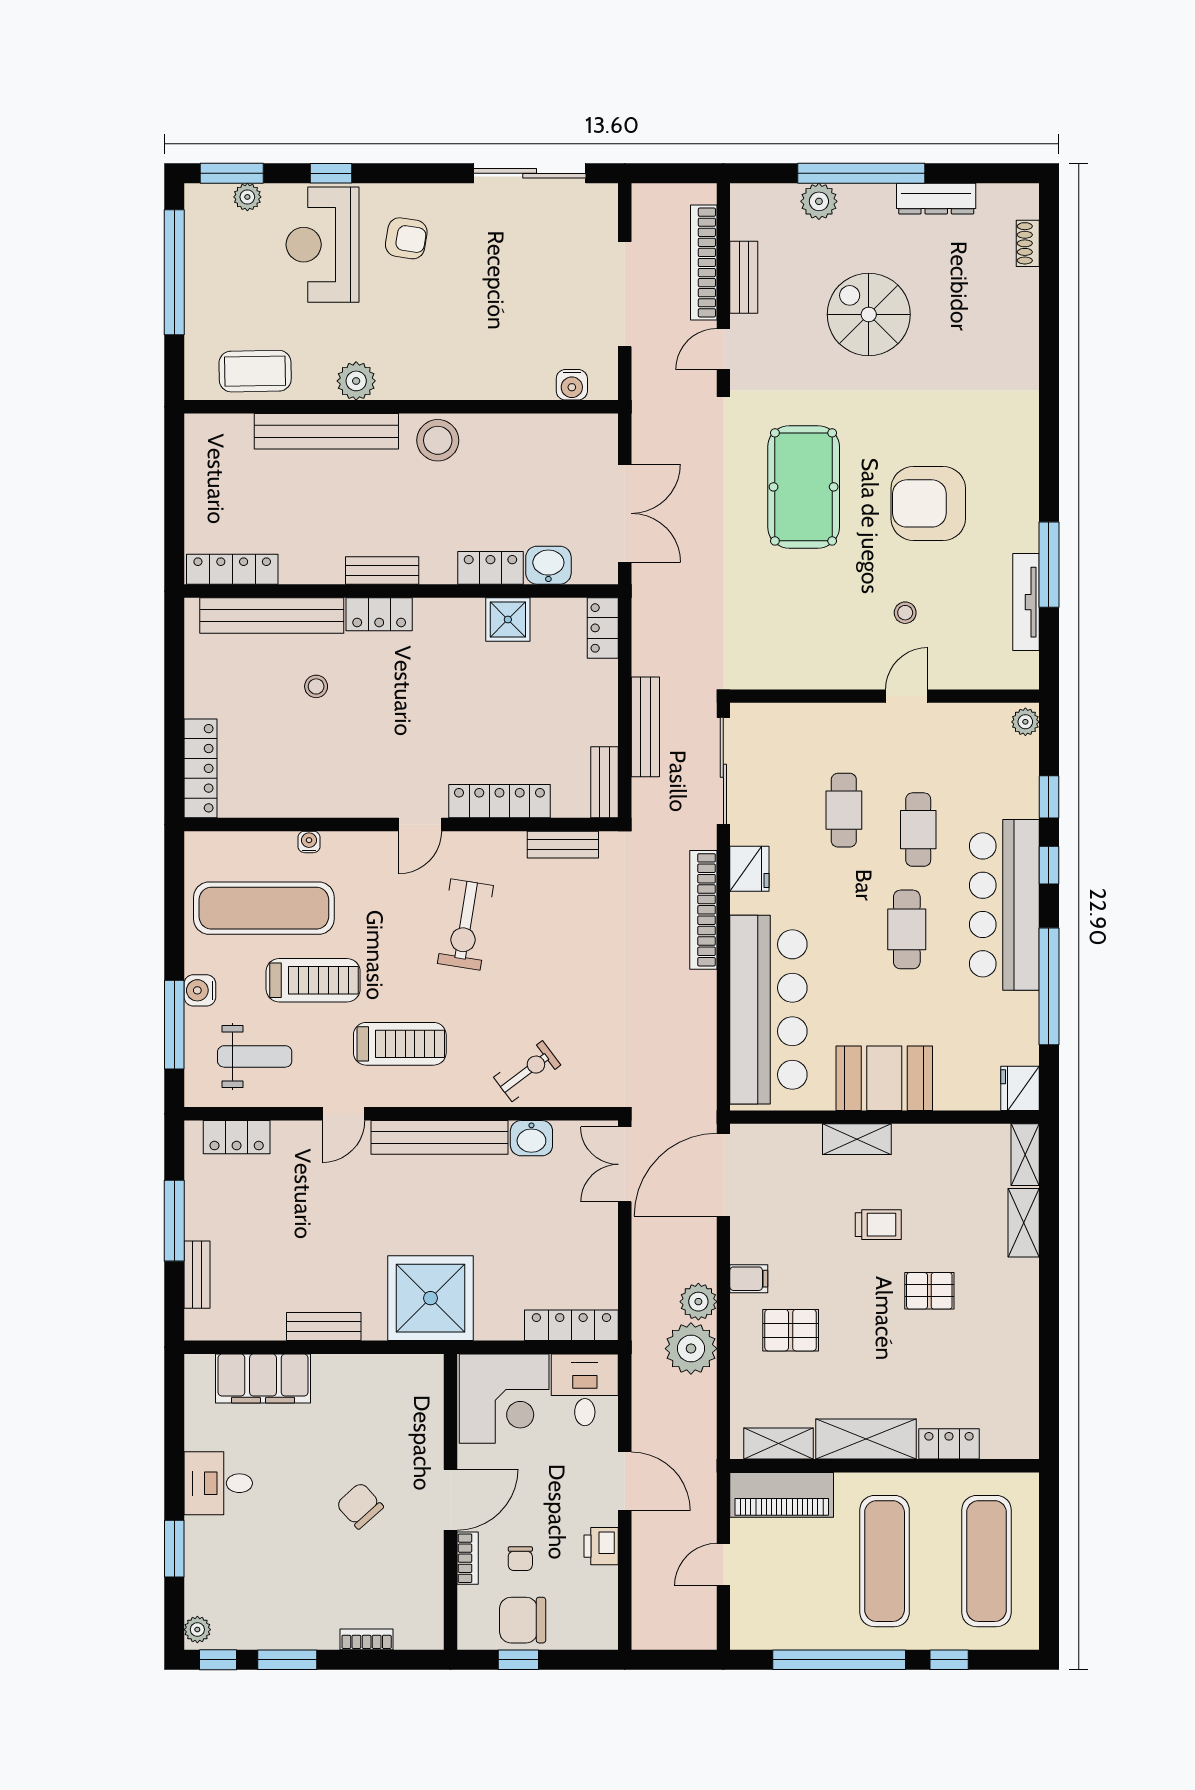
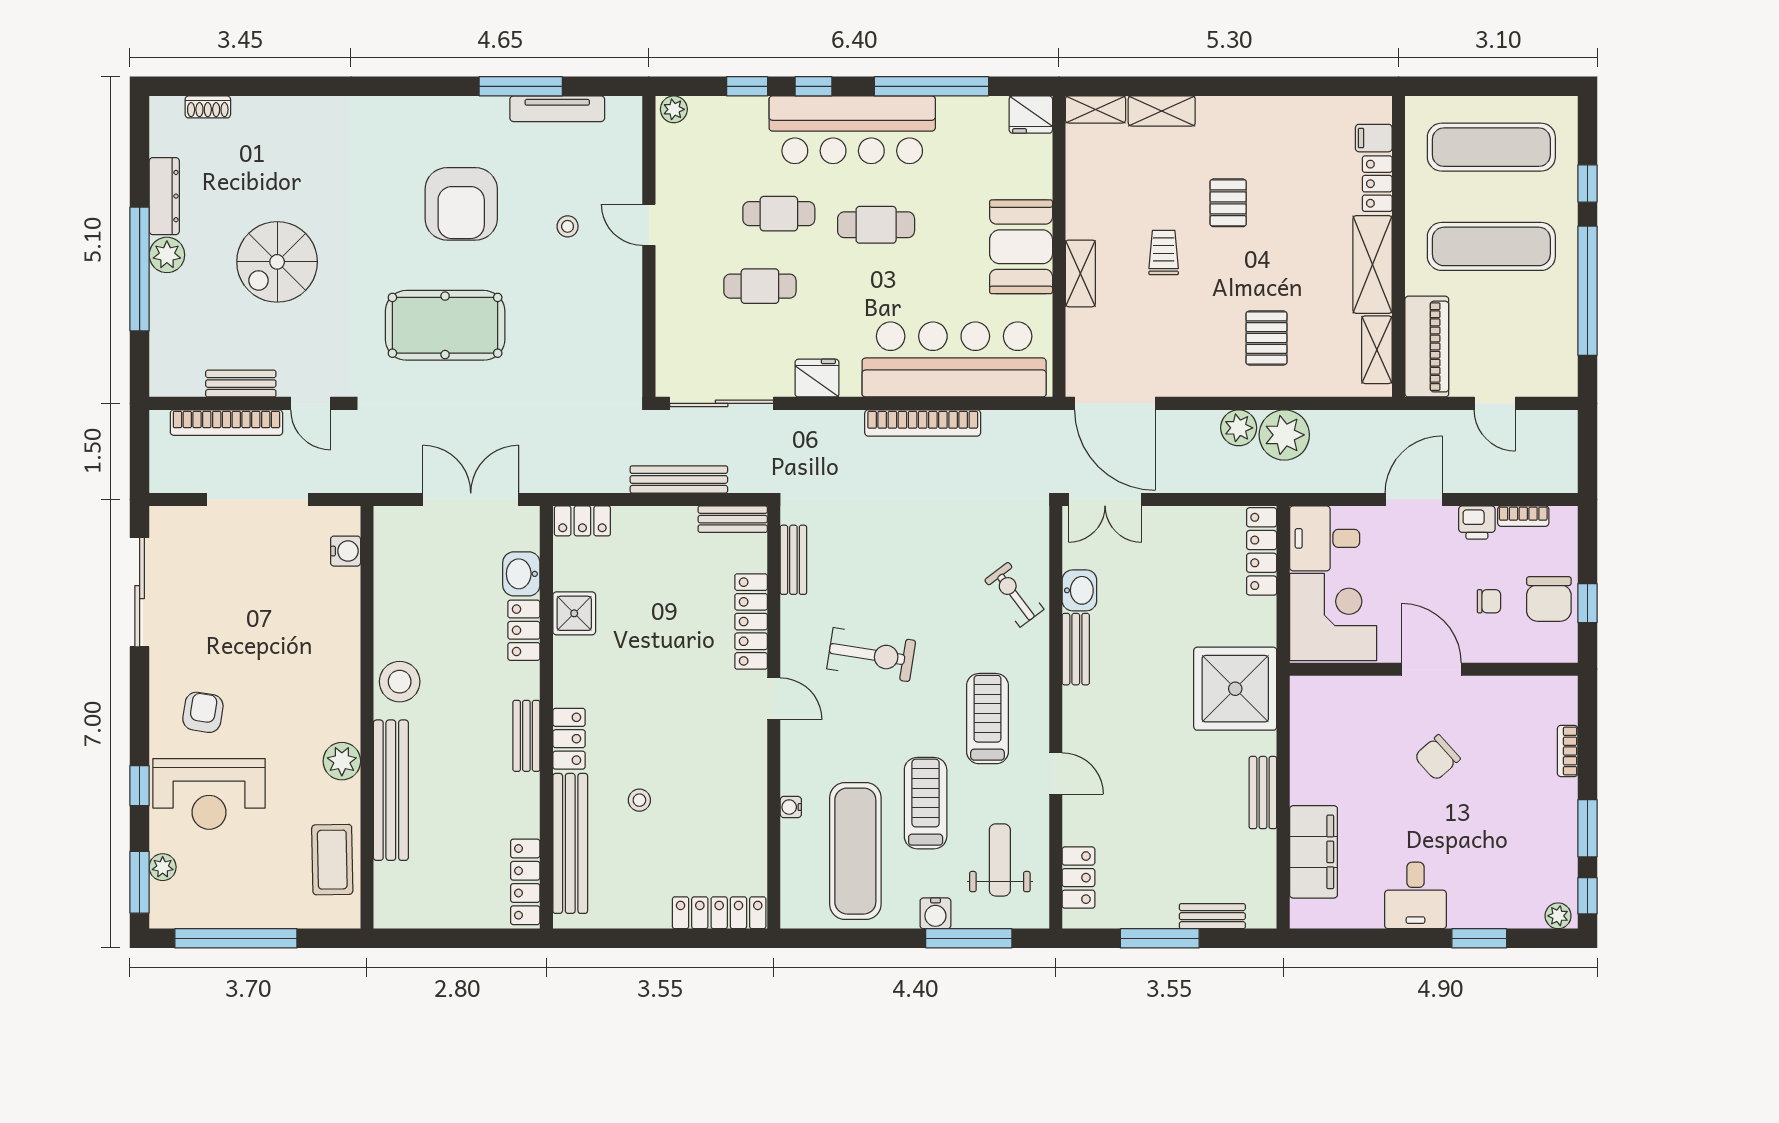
plant: (819, 201) -> (167, 255), moved
bookcase: (703, 910) -> (923, 423), moved
bench: (439, 1137) -> (1076, 649), width x0.54, depth x0.82
filing cabinet: (749, 1279) -> (1374, 138), moved, turned -90
bookcase: (468, 1558) -> (1523, 516), moved, turned 180

